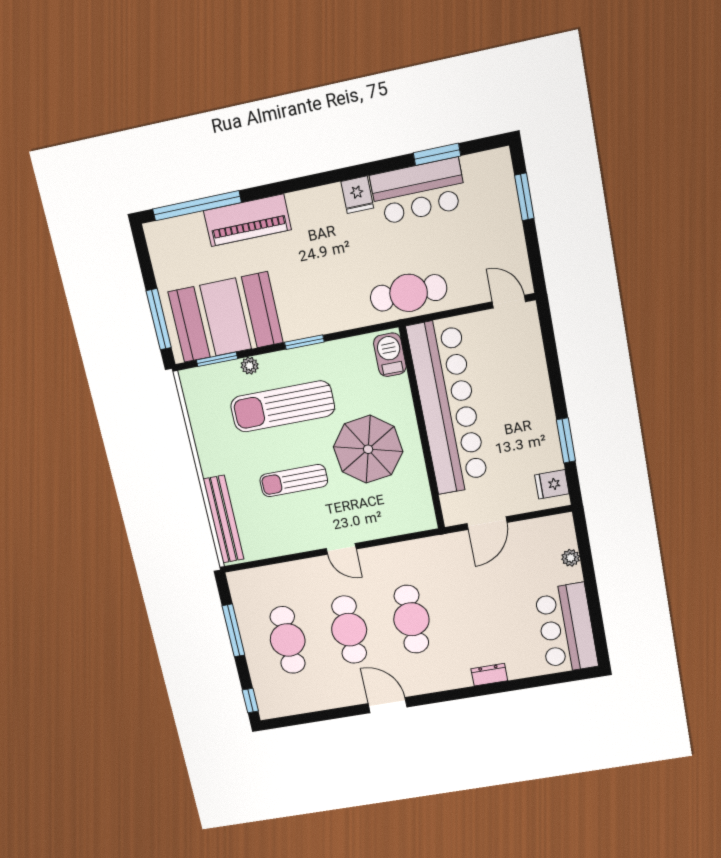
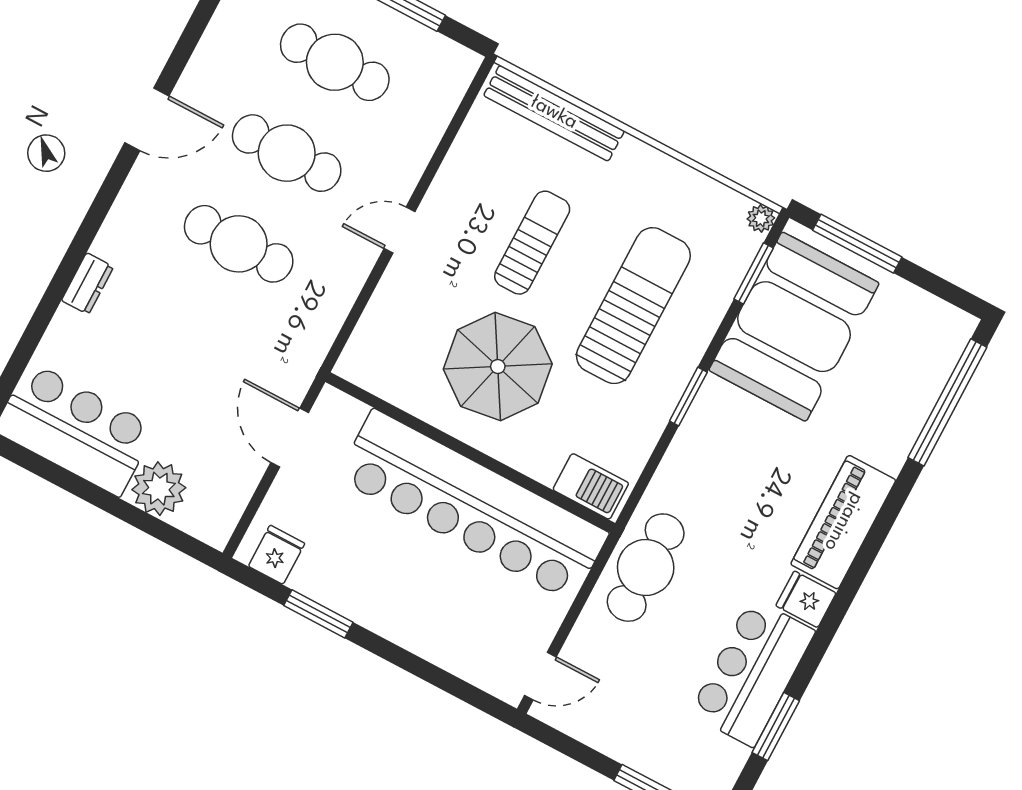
piano: (247, 220) -> (843, 522), moved
plant: (250, 366) -> (761, 218), moved
plant: (571, 558) -> (159, 489), width x1.88, depth x1.88

